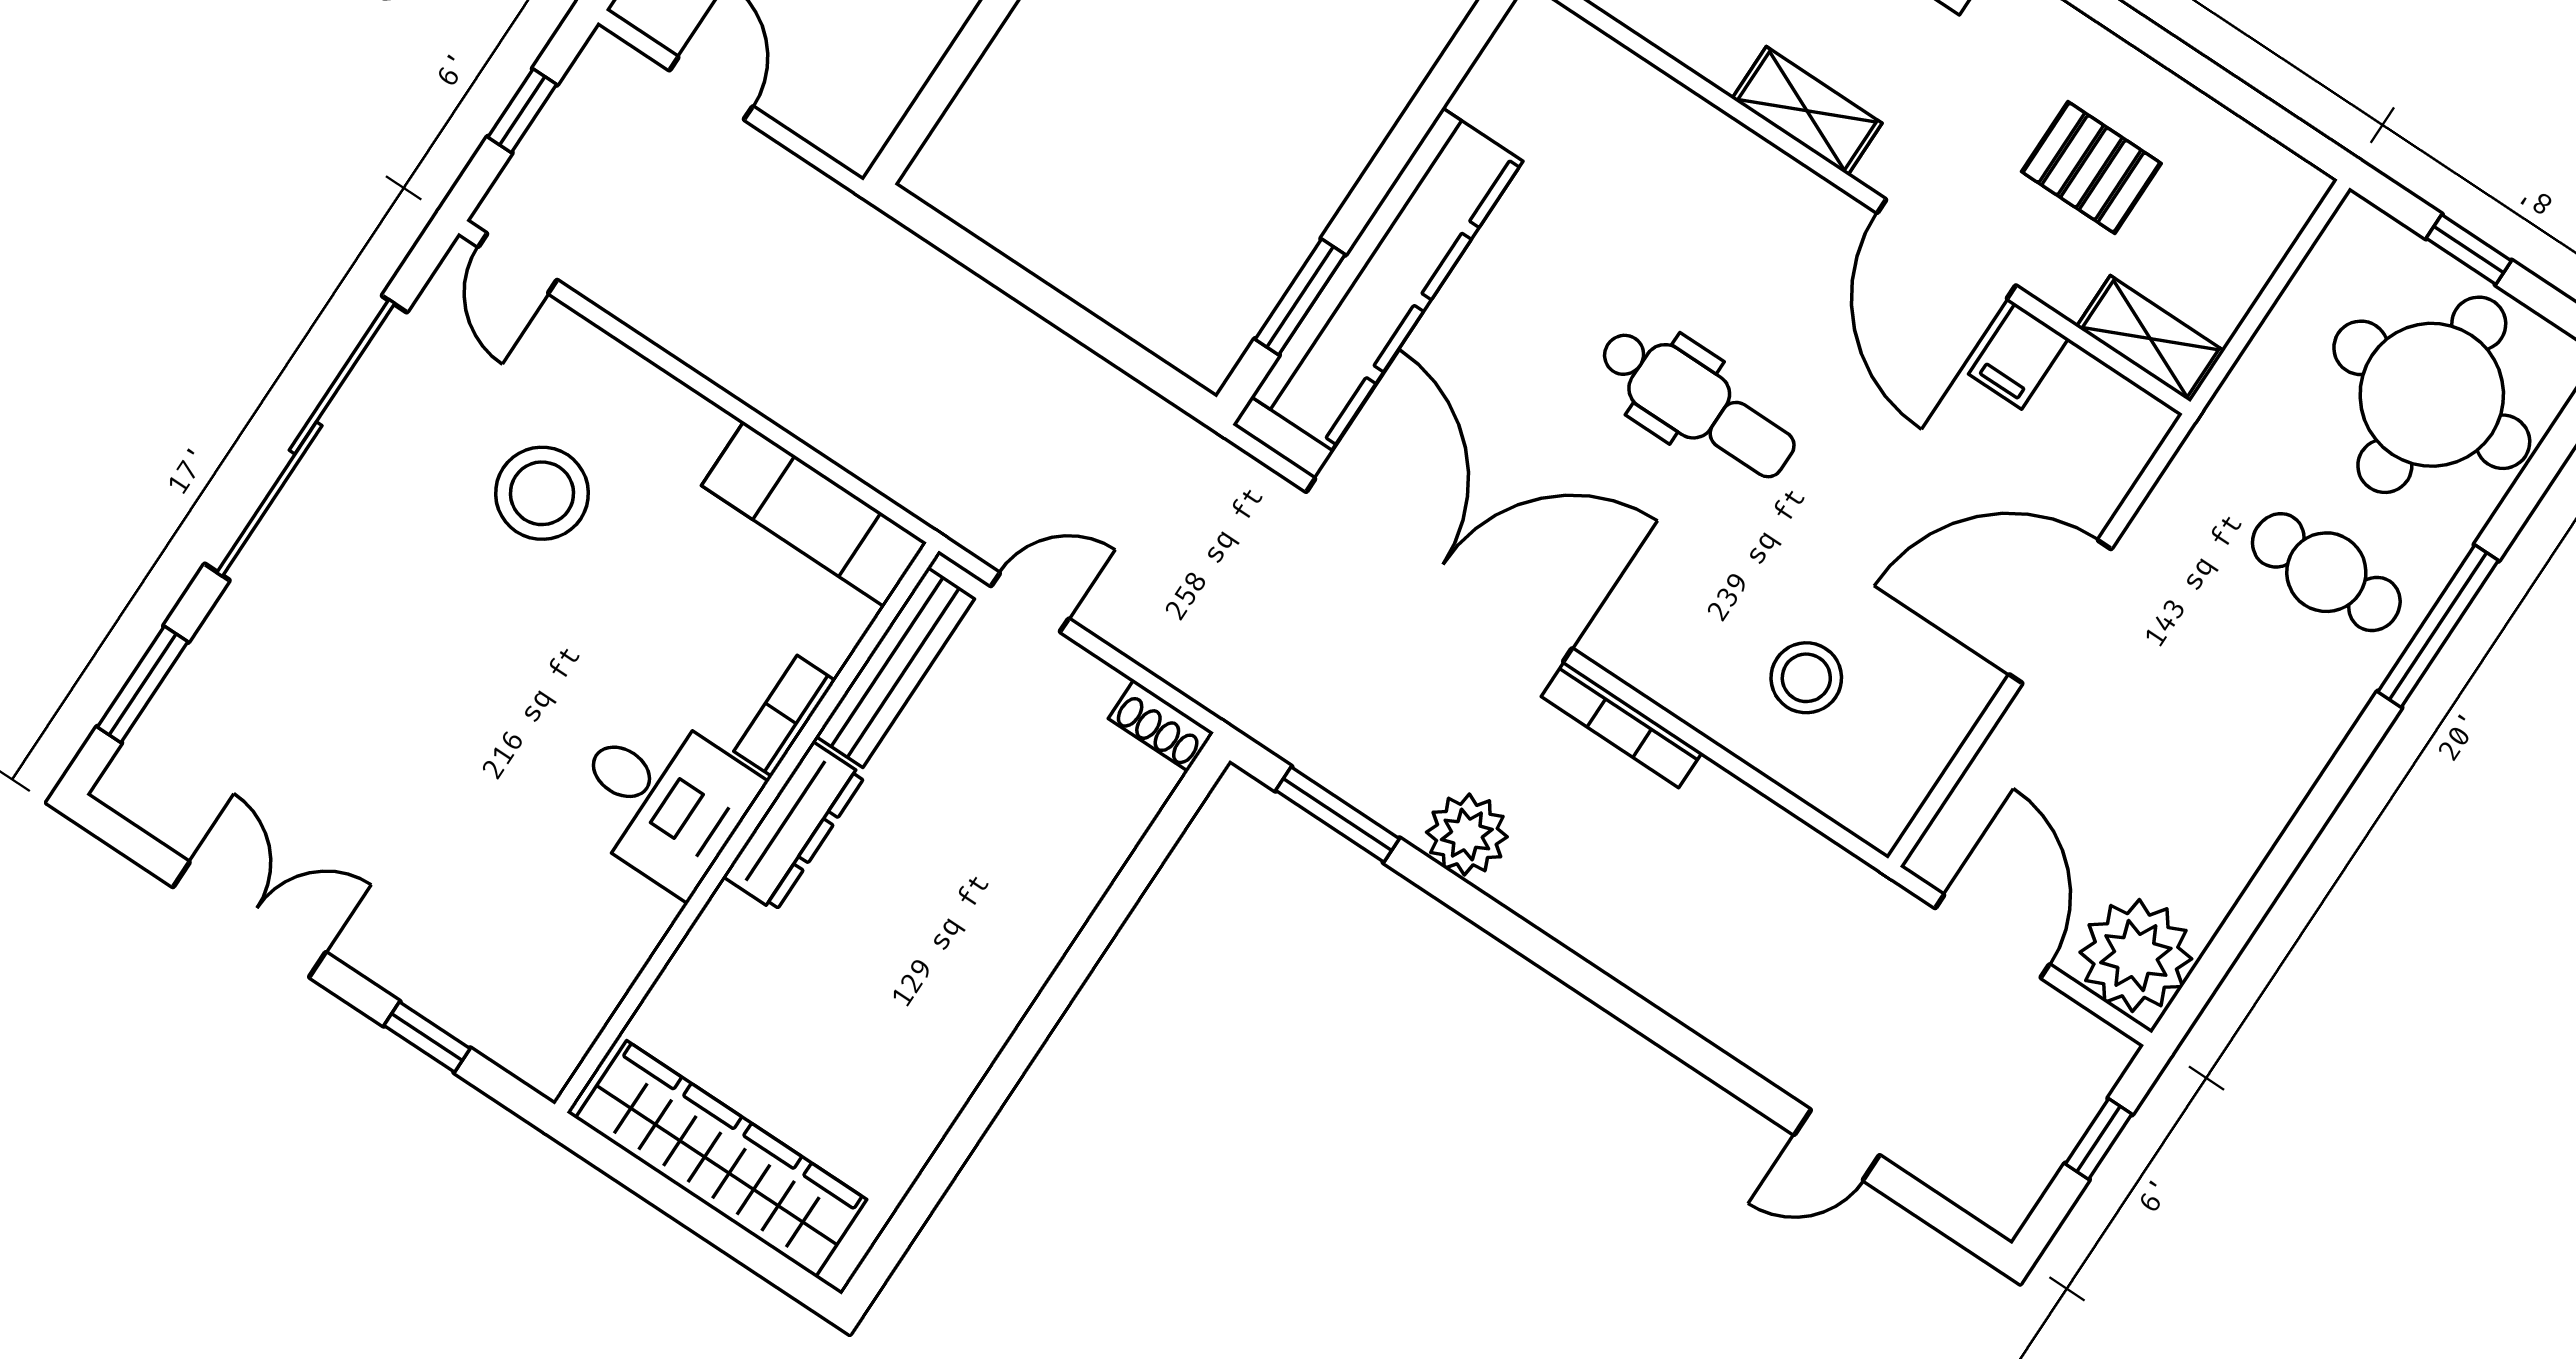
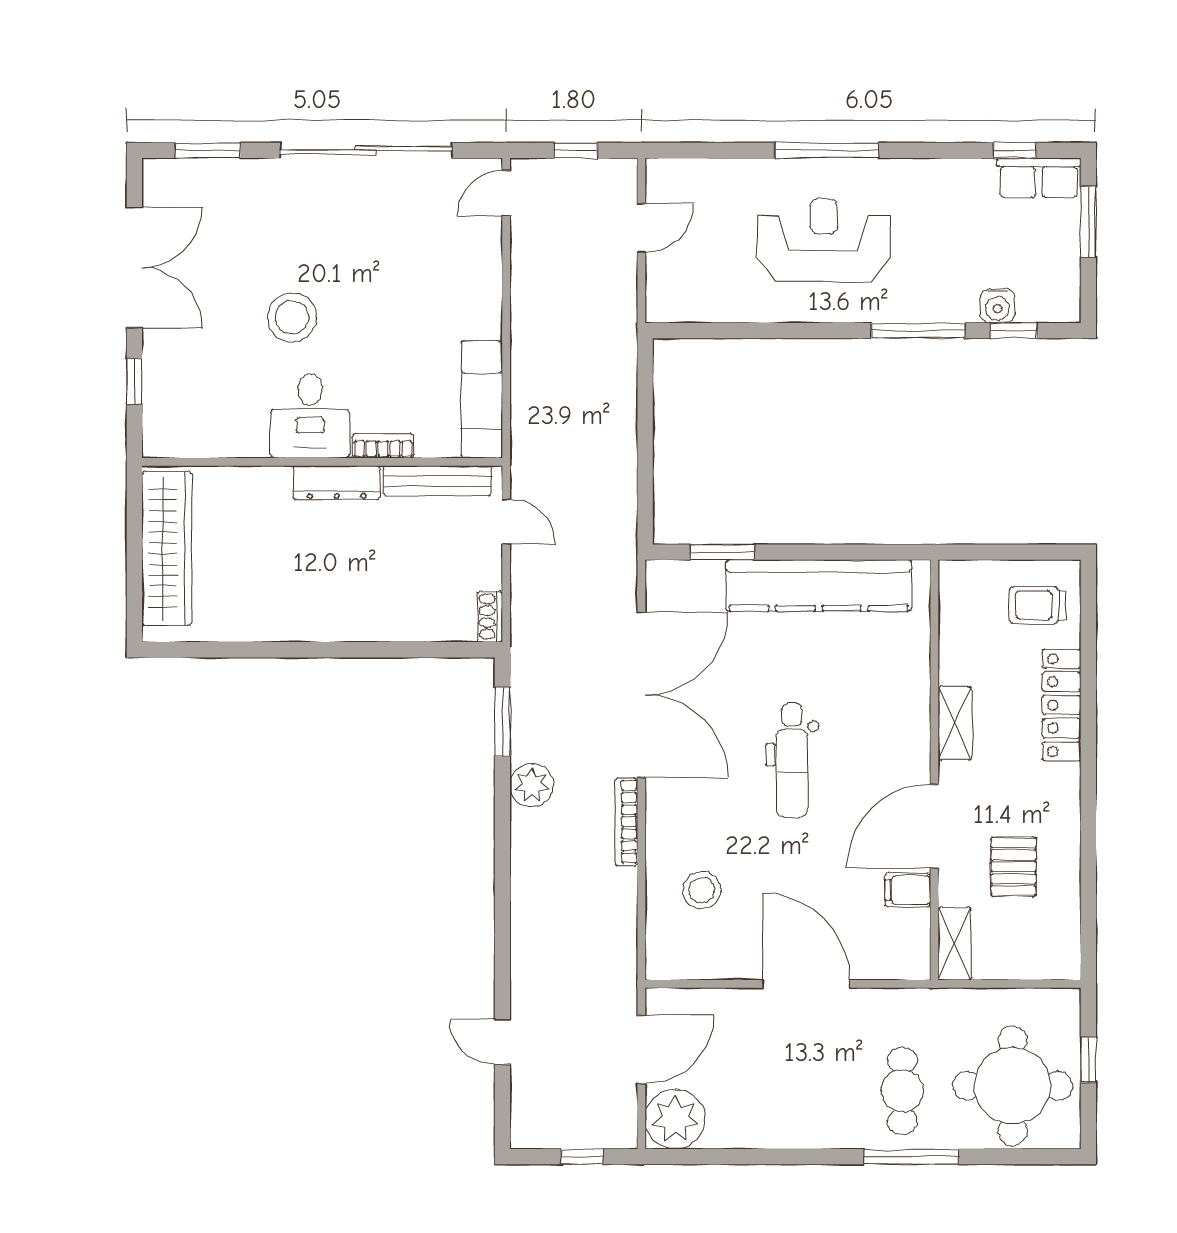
kitchen counter: (1387, 279) -> (819, 586), moved
stool: (542, 493) -> (292, 317), moved
double door: (249, 920) -> (134, 267), width x1.37

